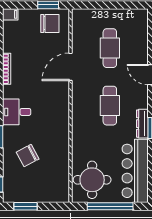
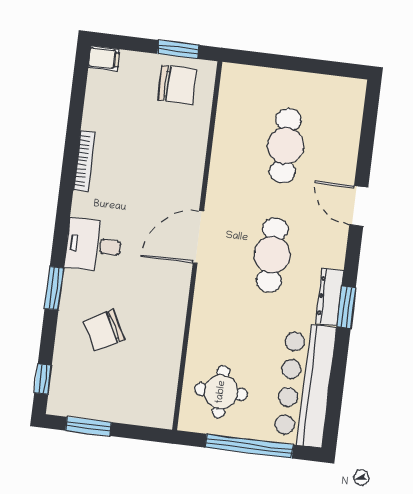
door: (70, 67) -> (198, 237), moved
round table: (92, 180) -> (221, 392), width x0.73, depth x0.73

